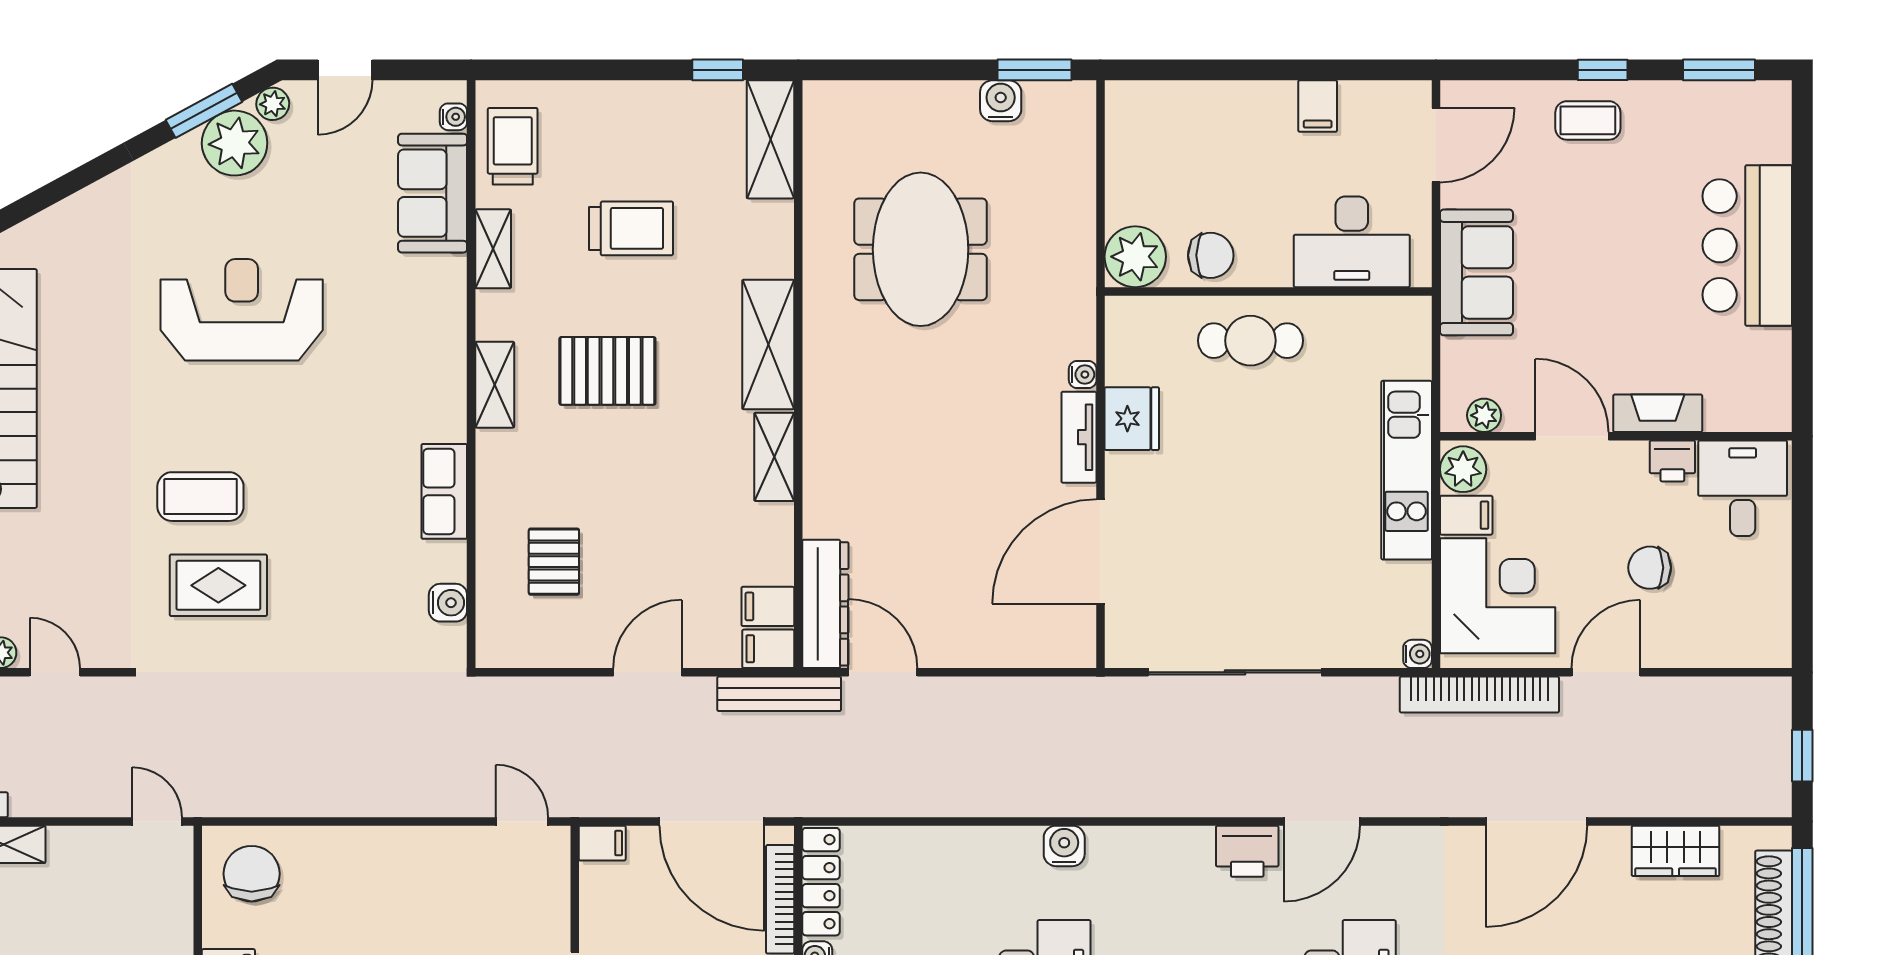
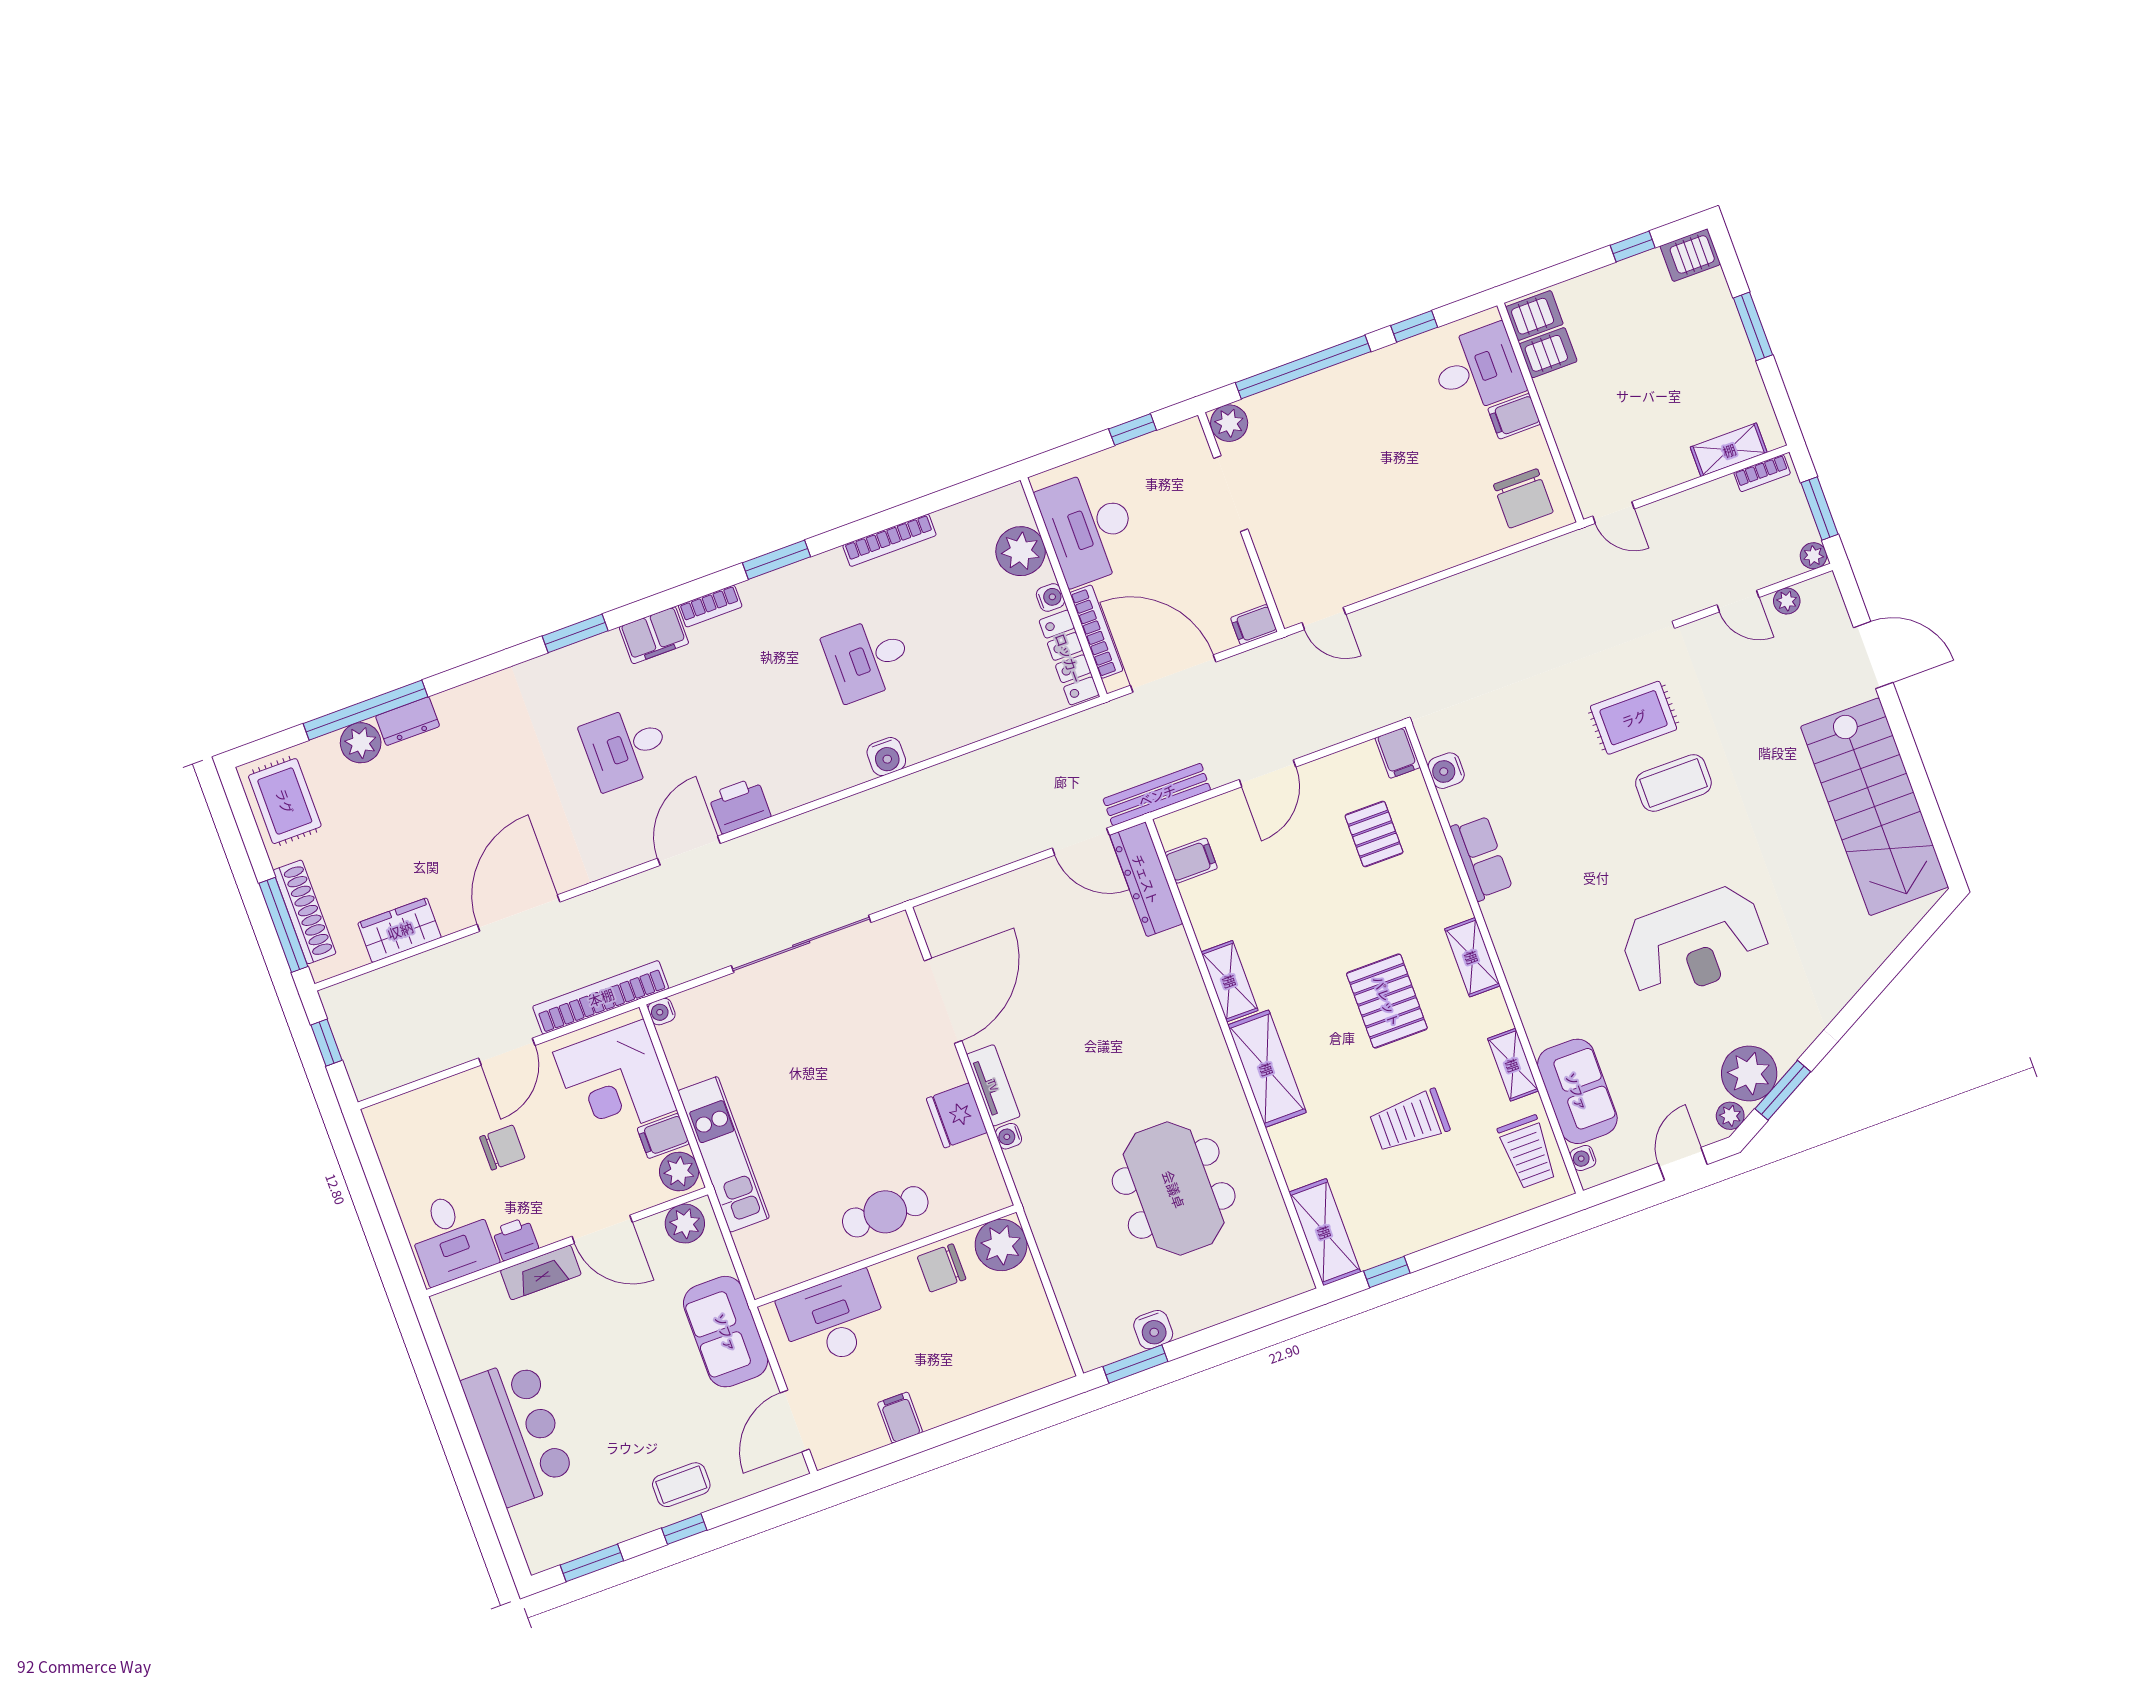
pallet: (607, 371) -> (1387, 1001), turned 90
plant: (1484, 415) -> (685, 1224), width x1.38, depth x1.38
filing cabinet: (768, 649) -> (1398, 753), moved, turned 90

